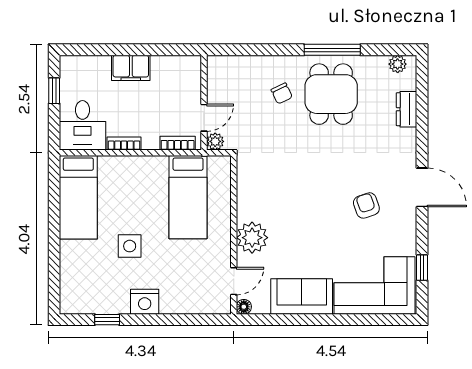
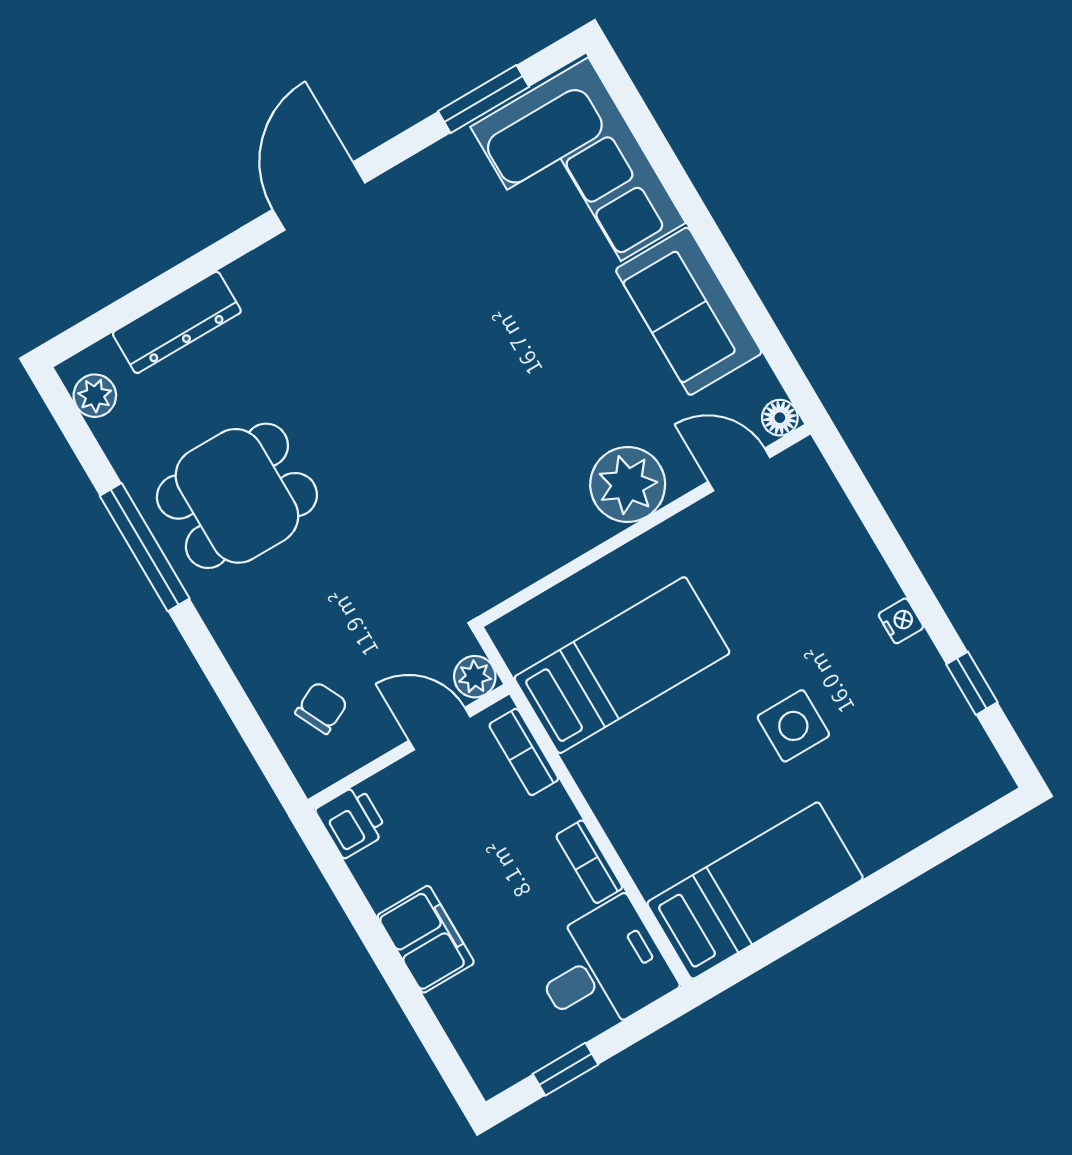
printer: (189, 66) -> (352, 821), added
chair: (282, 93) -> (321, 708), moved
dresser: (407, 109) -> (177, 322), width x1.44
armchair: (366, 205) -> (423, 288), removed
window: (422, 268) -> (484, 99), width x1.50
nightstand: (145, 302) -> (901, 621), width x0.53, depth x0.56

